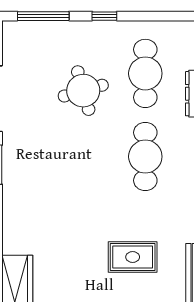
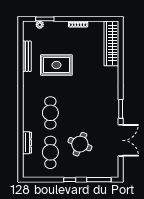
round table: (83, 91) -> (80, 144), turned 38
rug: (133, 257) -> (56, 65), width x1.36, depth x1.43

